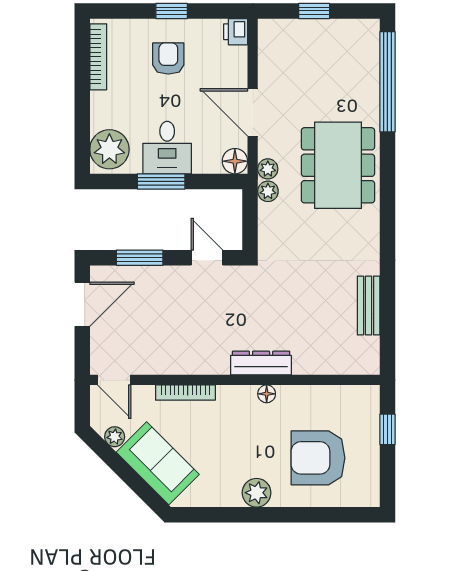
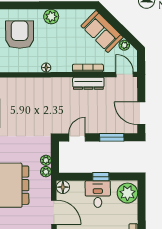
plant: (268, 169) -> (46, 160), moved
window: (161, 181) -> (101, 177), width x0.67
door: (207, 258) -> (77, 137), swing flipped
door: (82, 304) -> (141, 113), hinge flipped
dresser: (261, 363) -> (88, 83), moved
armchair: (318, 458) -> (20, 35), turned -90

